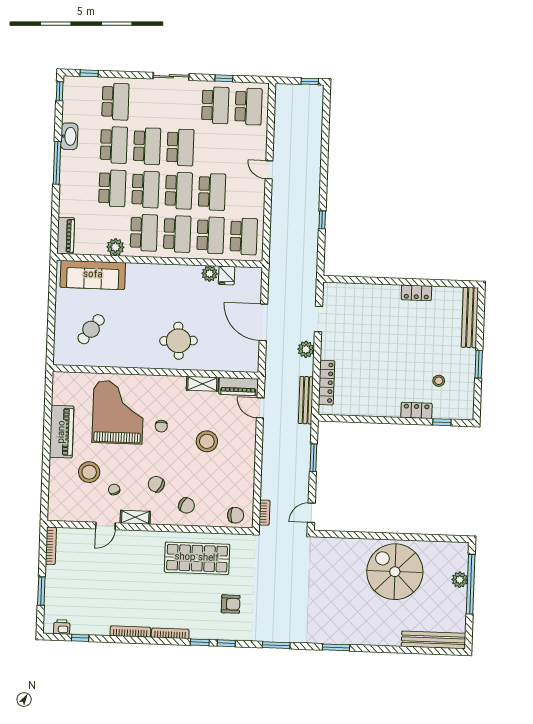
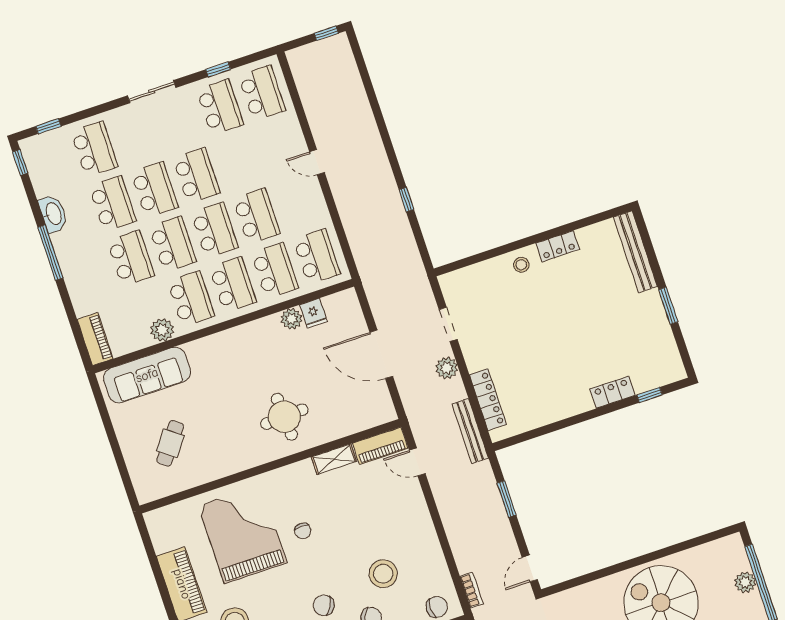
stool: (439, 381) -> (521, 265), moved
stool: (207, 441) -> (383, 574), moved

